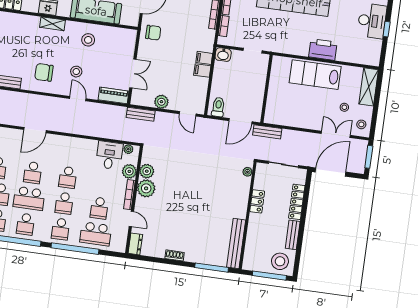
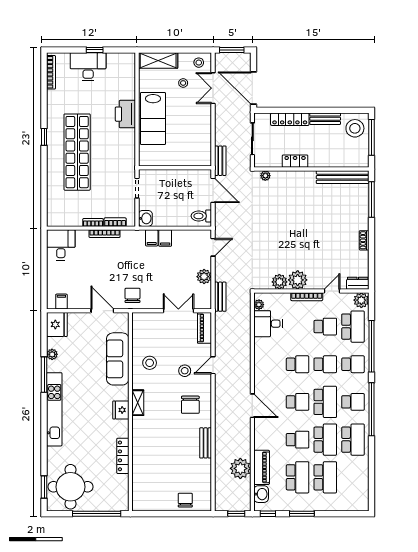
plant: (129, 171) -> (361, 300), moved

